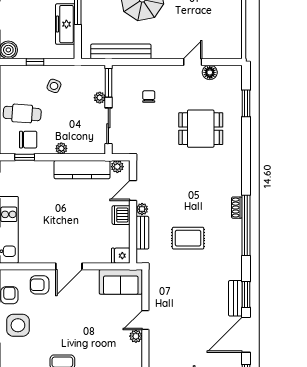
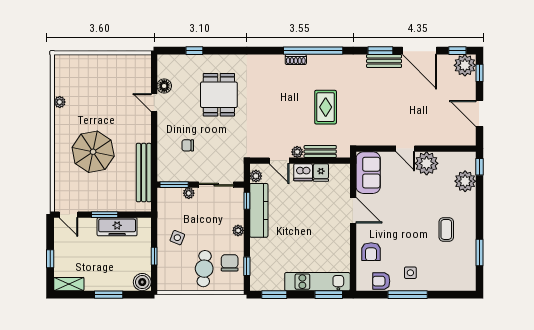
window: (246, 103) -> (194, 51), width x0.67
window: (92, 157) -> (247, 201), added
fridge: (121, 256) -> (321, 173), moved
door: (69, 266) -> (353, 210), moved
side table: (18, 325) -> (410, 273), width x0.54, depth x0.54
plant: (136, 336) -> (427, 163), width x1.88, depth x1.88

